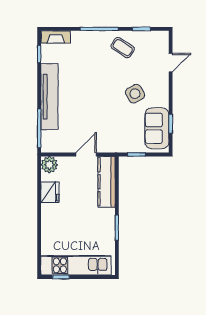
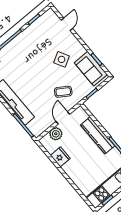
coffee table: (123, 48) -> (63, 92), moved
plant: (49, 165) -> (56, 134), moved
kitchen counter: (107, 182) -> (98, 135), moved

